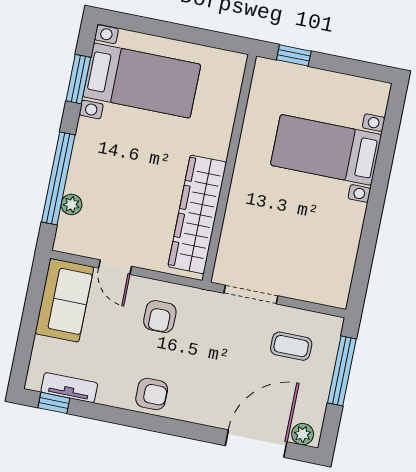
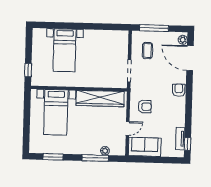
bed with nightstands: (142, 80) -> (56, 112), moved, turned 180
window: (58, 178) -> (95, 158), width x0.68
armchair: (152, 394) -> (179, 90), moved

